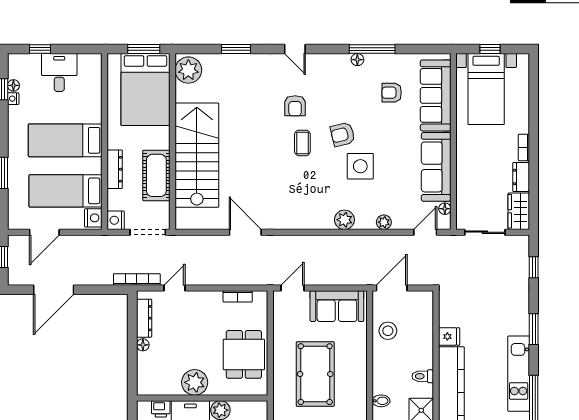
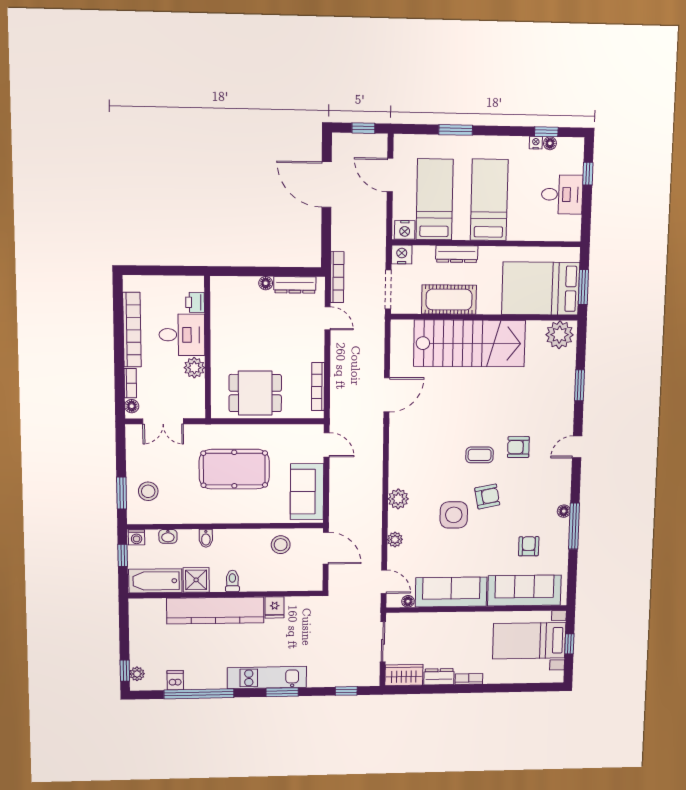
armchair: (343, 134) -> (487, 496), turned 93
bookcase: (238, 296) -> (318, 387), width x1.56
kitchen unit: (519, 374) -> (267, 678), moved
plant: (195, 382) -> (225, 340), removed

